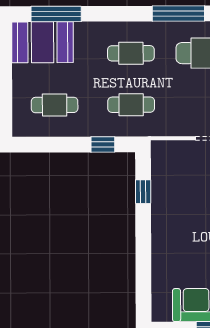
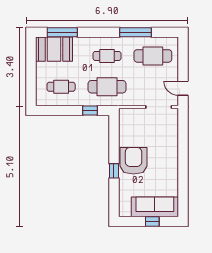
cafe table: (131, 105) -> (107, 87), width x1.37, depth x1.35
window: (143, 192) -> (114, 171), moved
armchair: (176, 228) -> (134, 161), added

